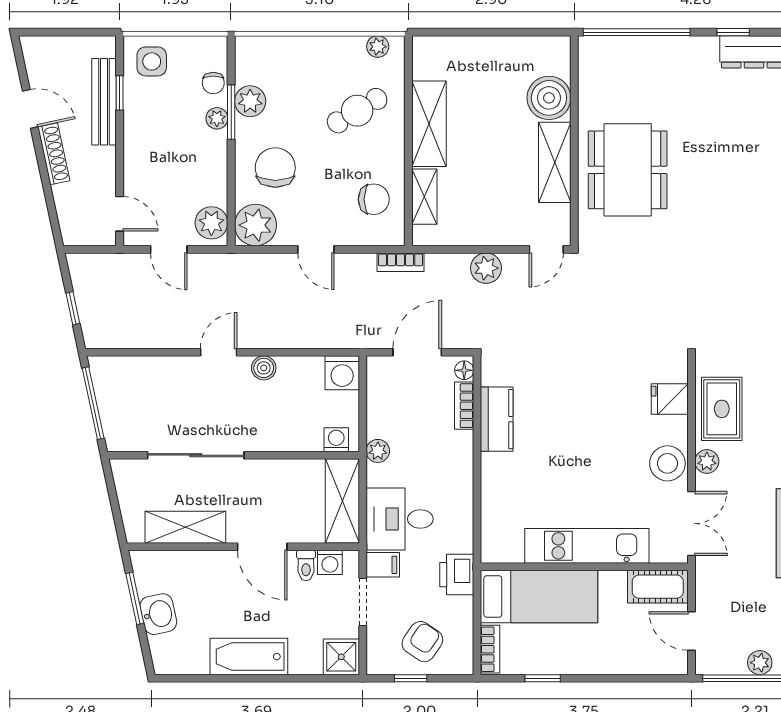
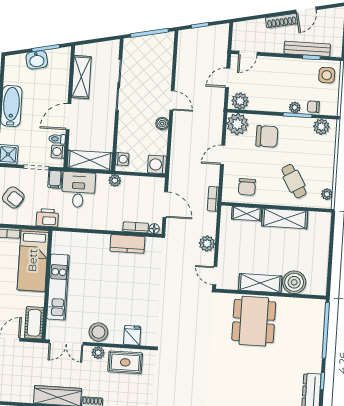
plant: (250, 101) -> (321, 127), moved
dining table: (628, 170) -> (254, 321), turned 90

